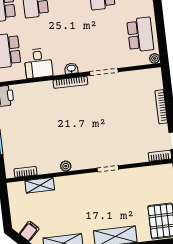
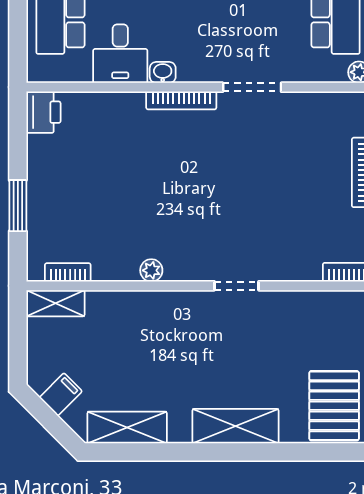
washbasin: (71, 69) -> (163, 72), moved
shelving: (40, 185) -> (55, 303), moved

